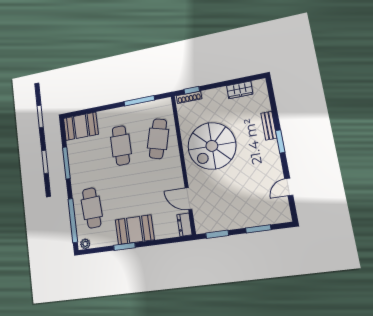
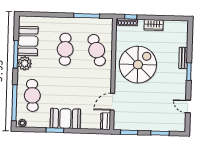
wardrobe: (240, 90) -> (154, 25), moved
booth: (81, 126) -> (28, 41), moved, turned 90
cafe table: (158, 139) -> (97, 50), turned -33
spiral stairs: (212, 146) -> (138, 65), turned 180
plant: (78, 171) -> (25, 63), added
door: (289, 187) -> (188, 106), hinge flipped
door: (189, 199) -> (112, 102), hinge flipped

